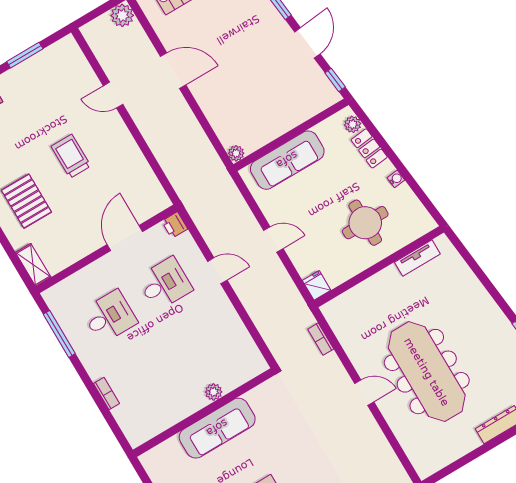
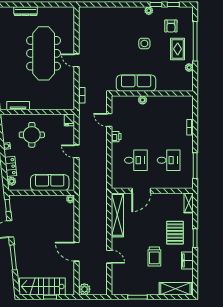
trolley: (71, 156) -> (154, 257), moved
shelving: (141, 173) -> (117, 215), added
printer: (175, 225) -> (116, 137), moved
door: (217, 271) -> (109, 120), moved
desk: (165, 284) -> (136, 160), turned 180
desk: (109, 317) -> (169, 160), turned 180
sofa: (217, 428) -> (136, 83), moved

